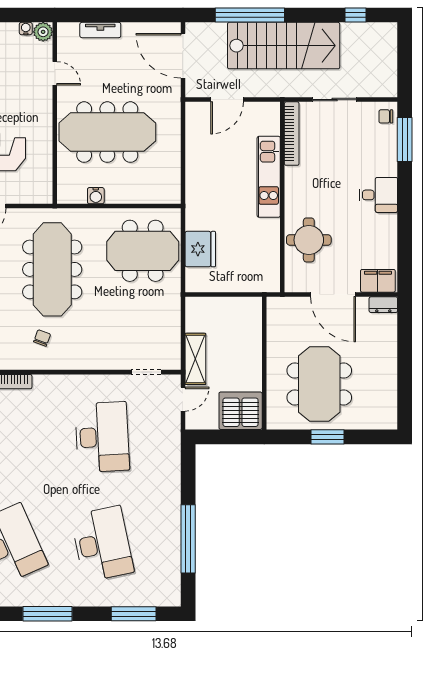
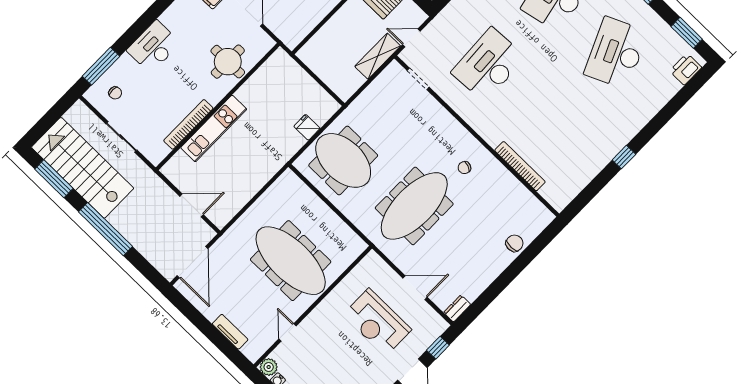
window: (250, 15) -> (106, 229), moved
window: (356, 15) -> (54, 179), width x2.17
stairs: (284, 46) -> (83, 168), moved
chair: (386, 116) -> (115, 93), moved
bookcase: (292, 134) -> (188, 124), moved
desk: (378, 195) -> (154, 47), width x1.37
water cooler: (96, 196) -> (339, 226), removed
fridge: (200, 249) -> (307, 127), width x0.53, depth x0.75

